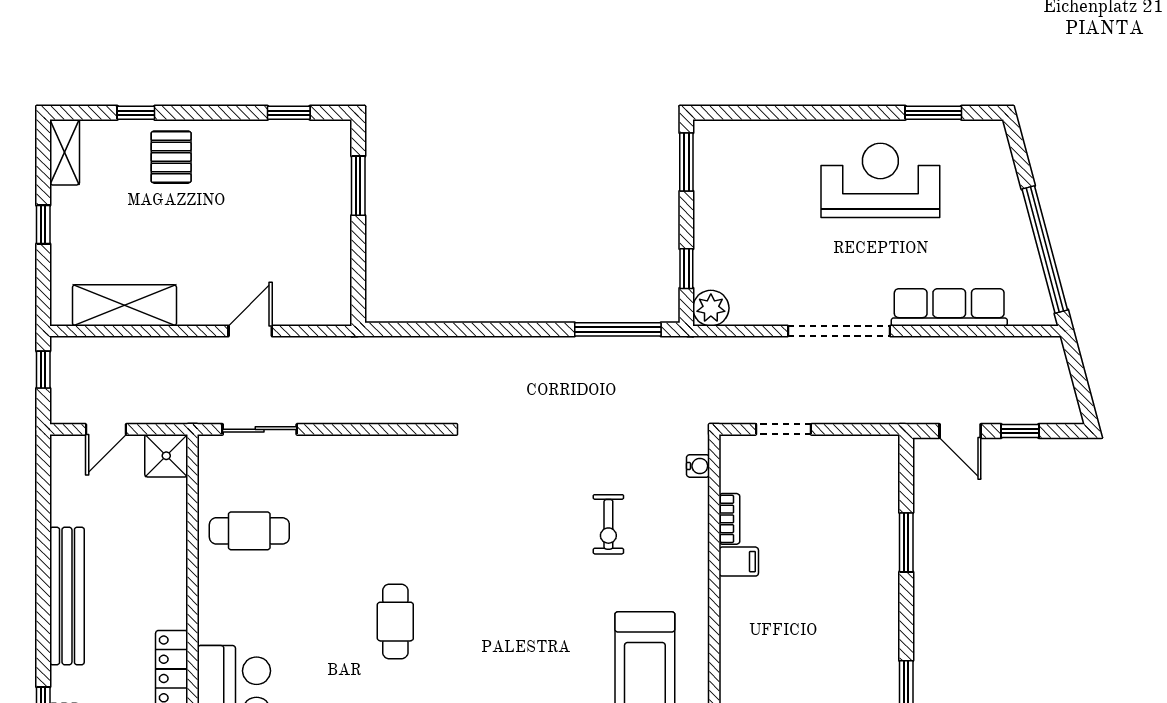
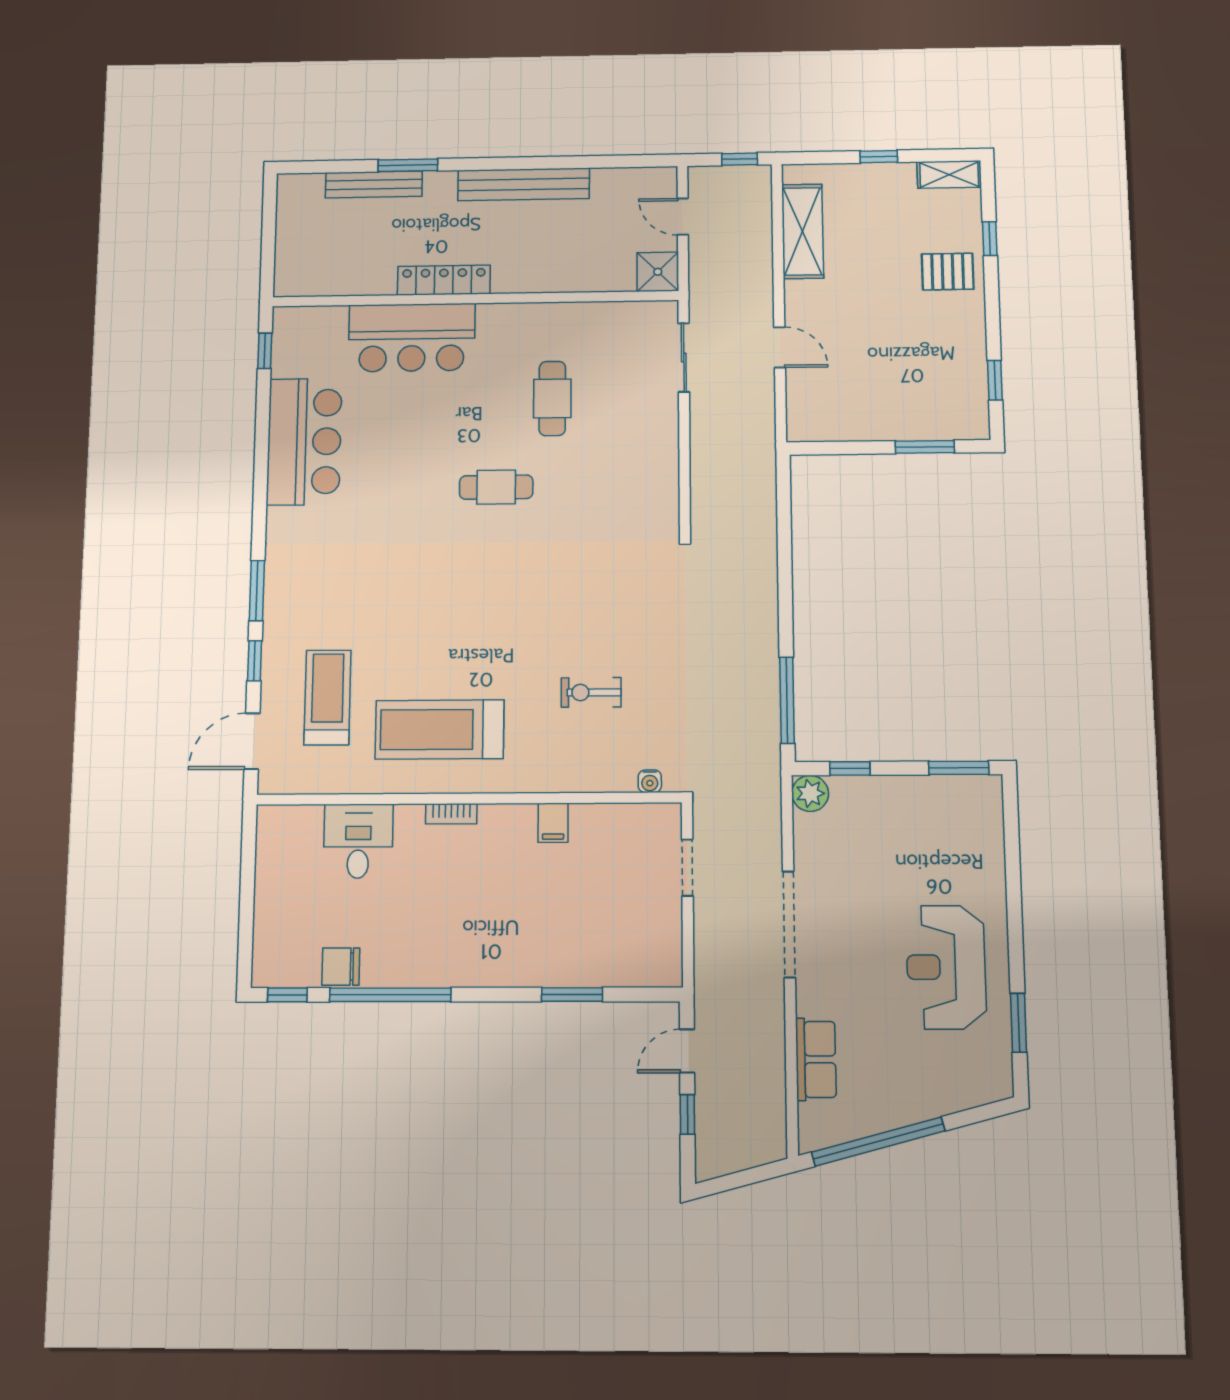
reception desk: (880, 180) -> (946, 967), turned 180
row of seats: (949, 307) -> (816, 1059), width x0.68
bookcase: (729, 519) -> (451, 814), moved
cafe table: (249, 531) -> (552, 398), moved

